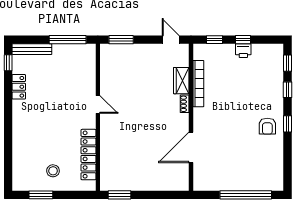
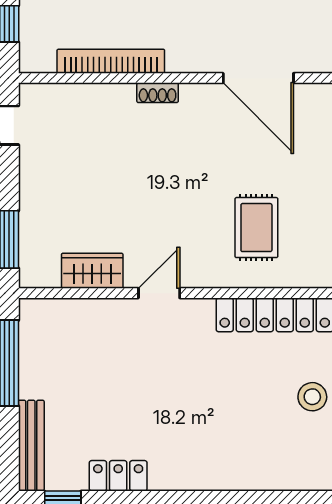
wardrobe: (181, 81) -> (92, 271), moved, turned 180
rug: (126, 147) -> (256, 228), added

